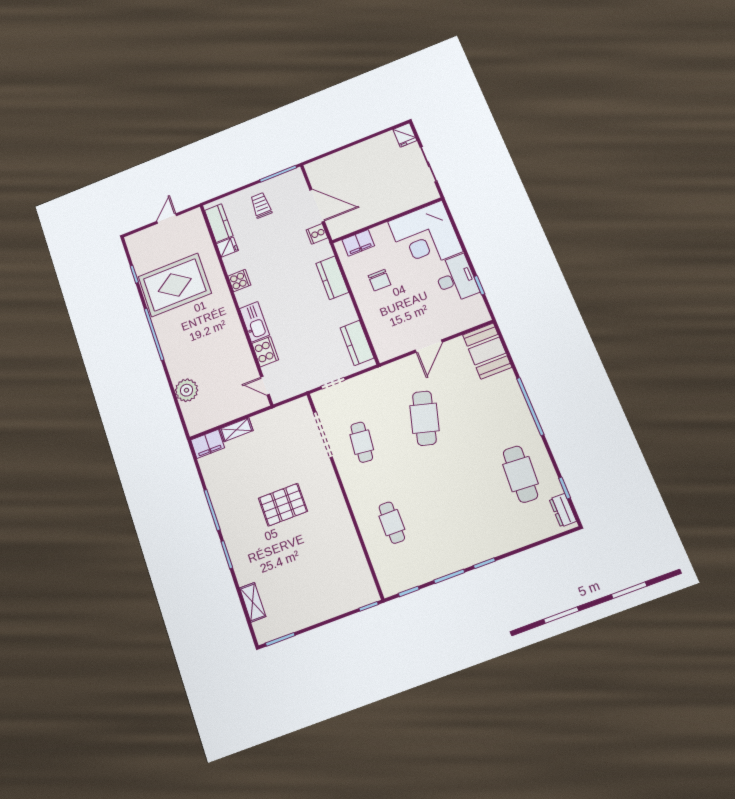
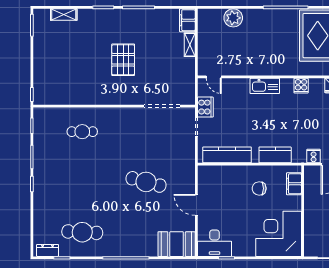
desk: (456, 279) -> (214, 243), moved
kitchen counter: (357, 343) -> (227, 155), width x1.50
cooker: (265, 352) -> (205, 107), moved, turned -90
door: (265, 386) -> (214, 77), swing flipped
cafe table: (362, 442) -> (146, 132), removed

